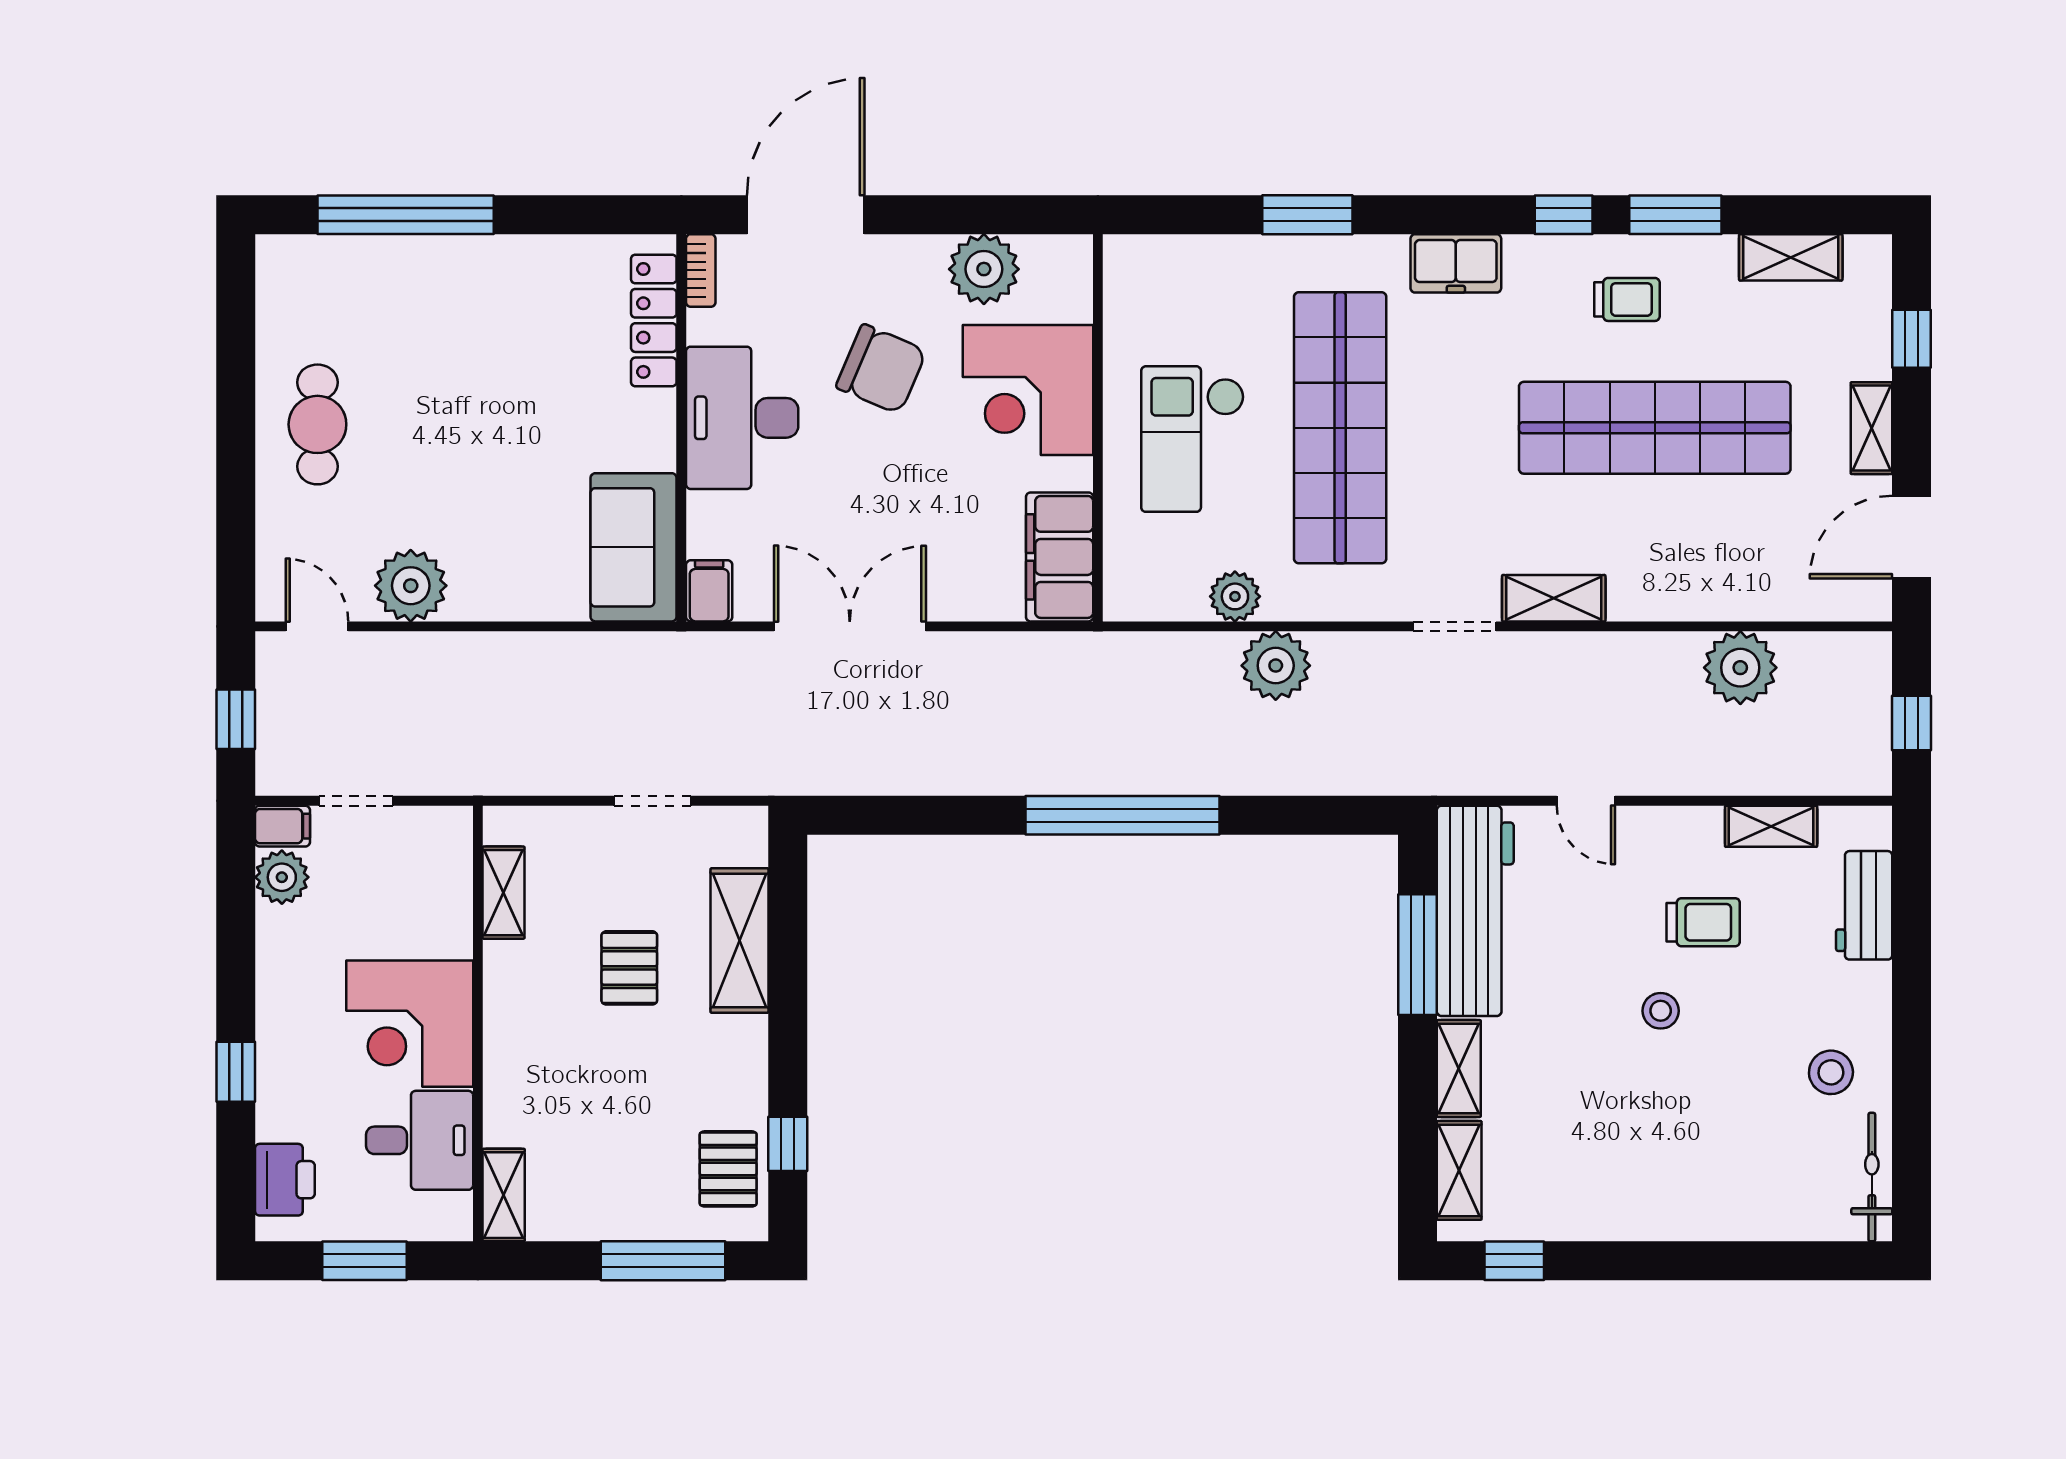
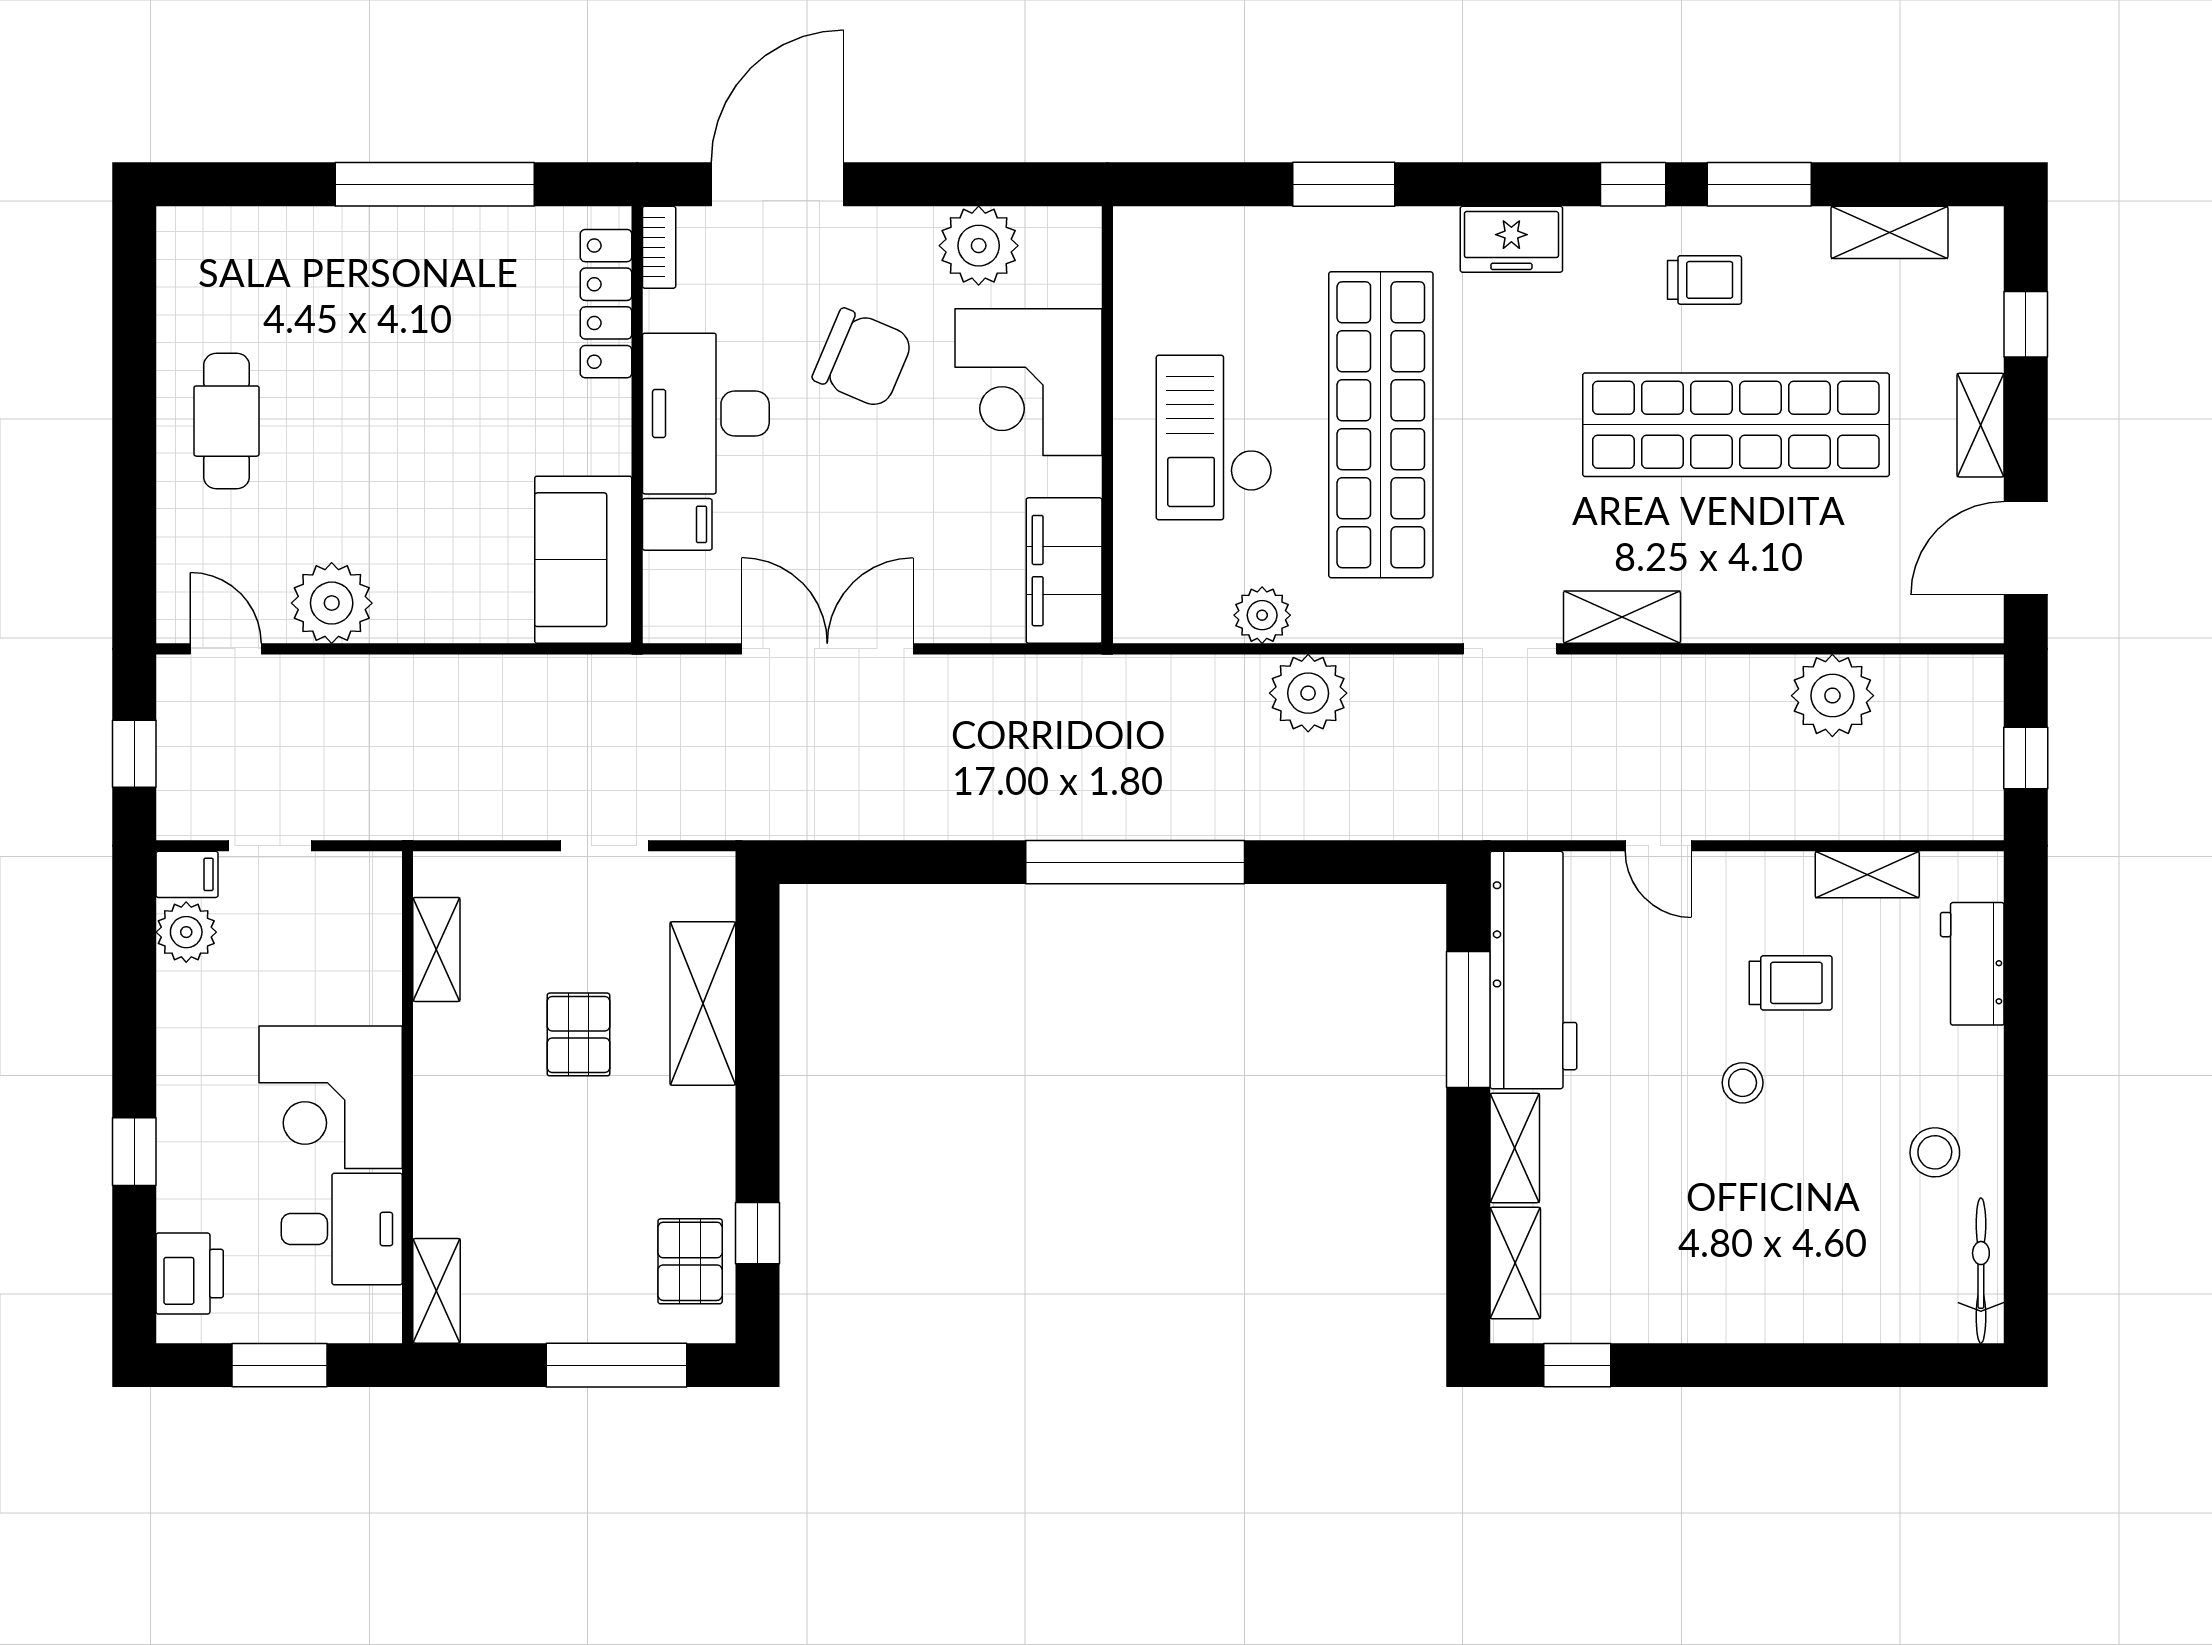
window: (406, 215) -> (435, 184), moved
filing cabinet: (709, 591) -> (677, 524), moved, turned 90

